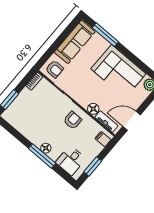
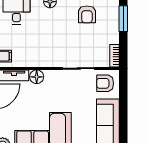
armchair: (73, 120) -> (87, 14), moved

